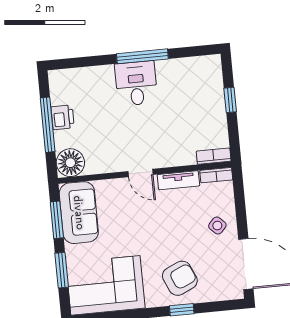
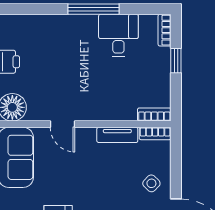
bookcase: (216, 70) -> (165, 30), added
desk: (136, 83) -> (118, 35), moved
door: (141, 173) -> (62, 124), moved

